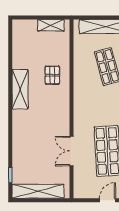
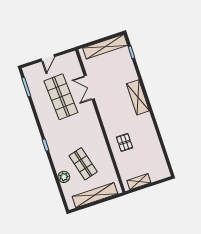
shelving: (20, 89) -> (138, 97), moved
double door: (72, 151) -> (89, 87), swing flipped

